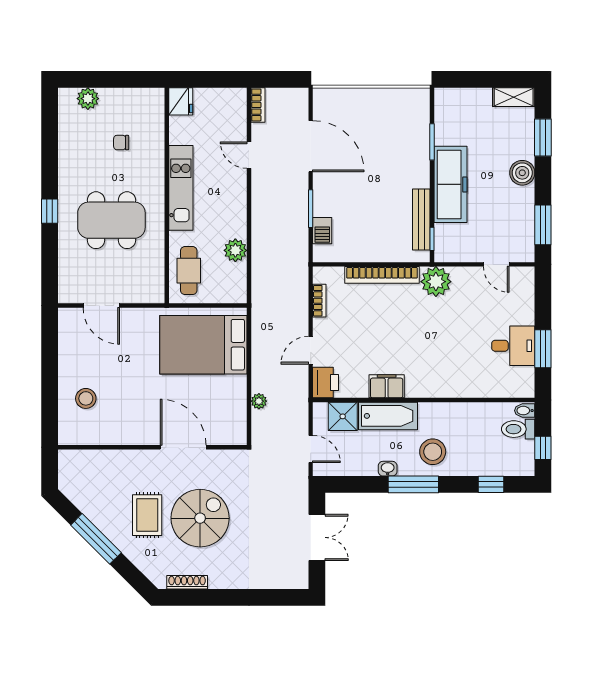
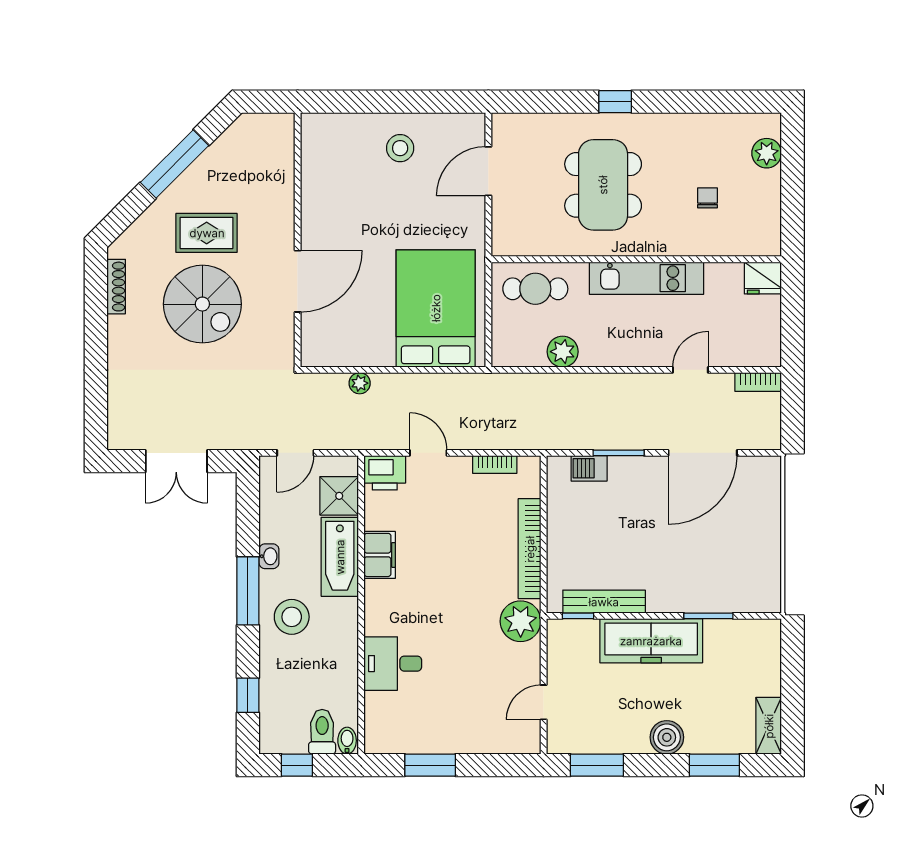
desk: (513, 346) -> (393, 664), moved, turned 90
stool: (86, 398) -> (400, 148), moved

